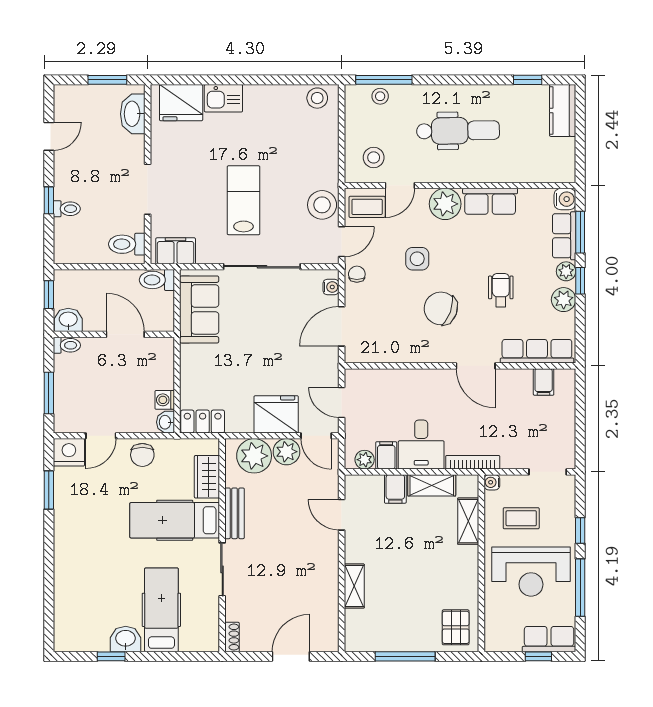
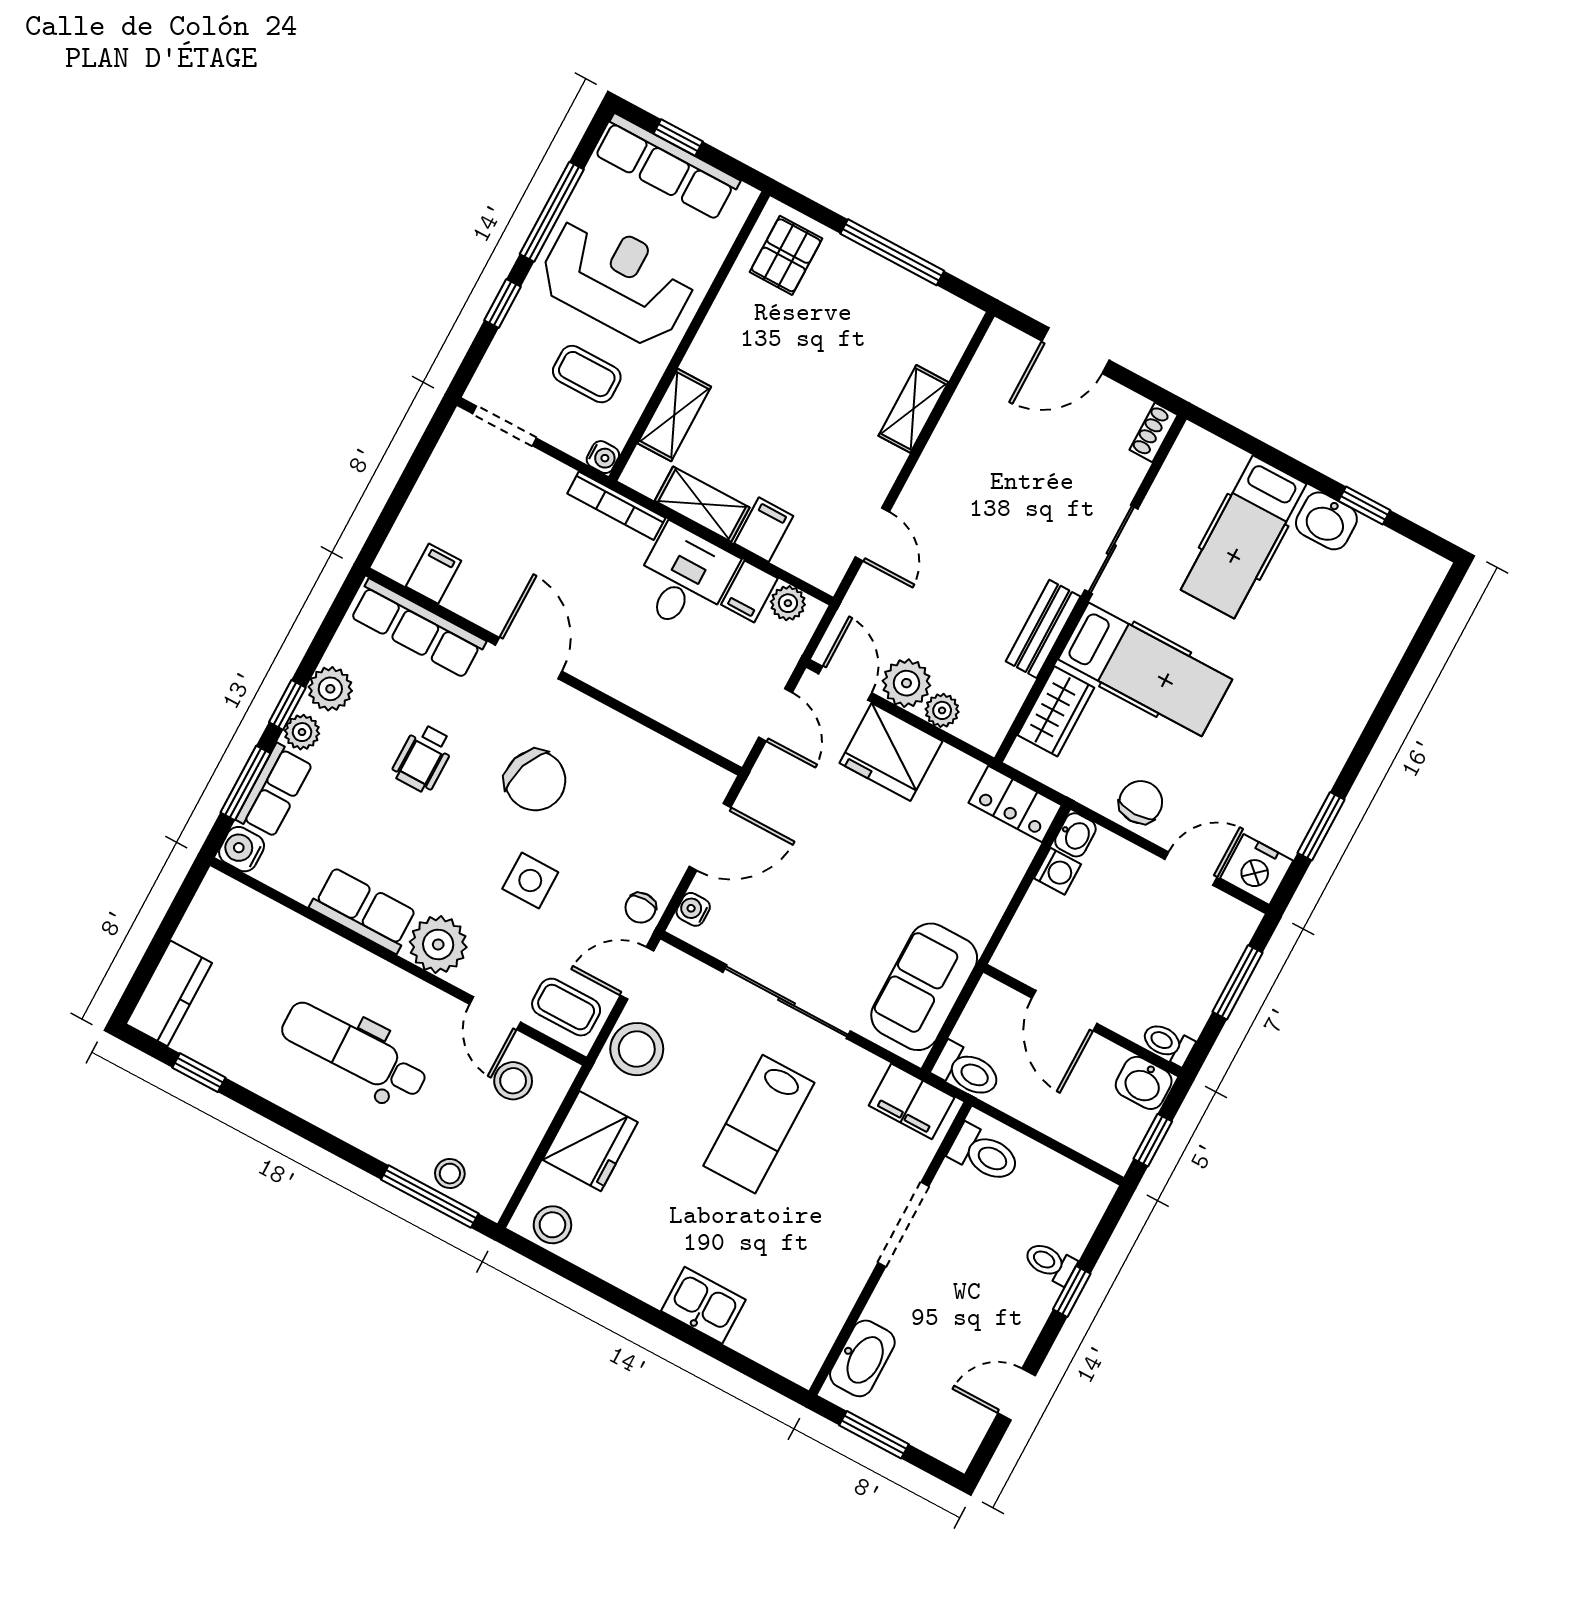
fridge: (181, 103) -> (590, 1141), moved, turned 90
door: (400, 185) -> (495, 1013), swing flipped
plant: (254, 456) -> (942, 710), width x0.53, depth x0.53
row of seats: (549, 639) -> (667, 167), width x1.48

